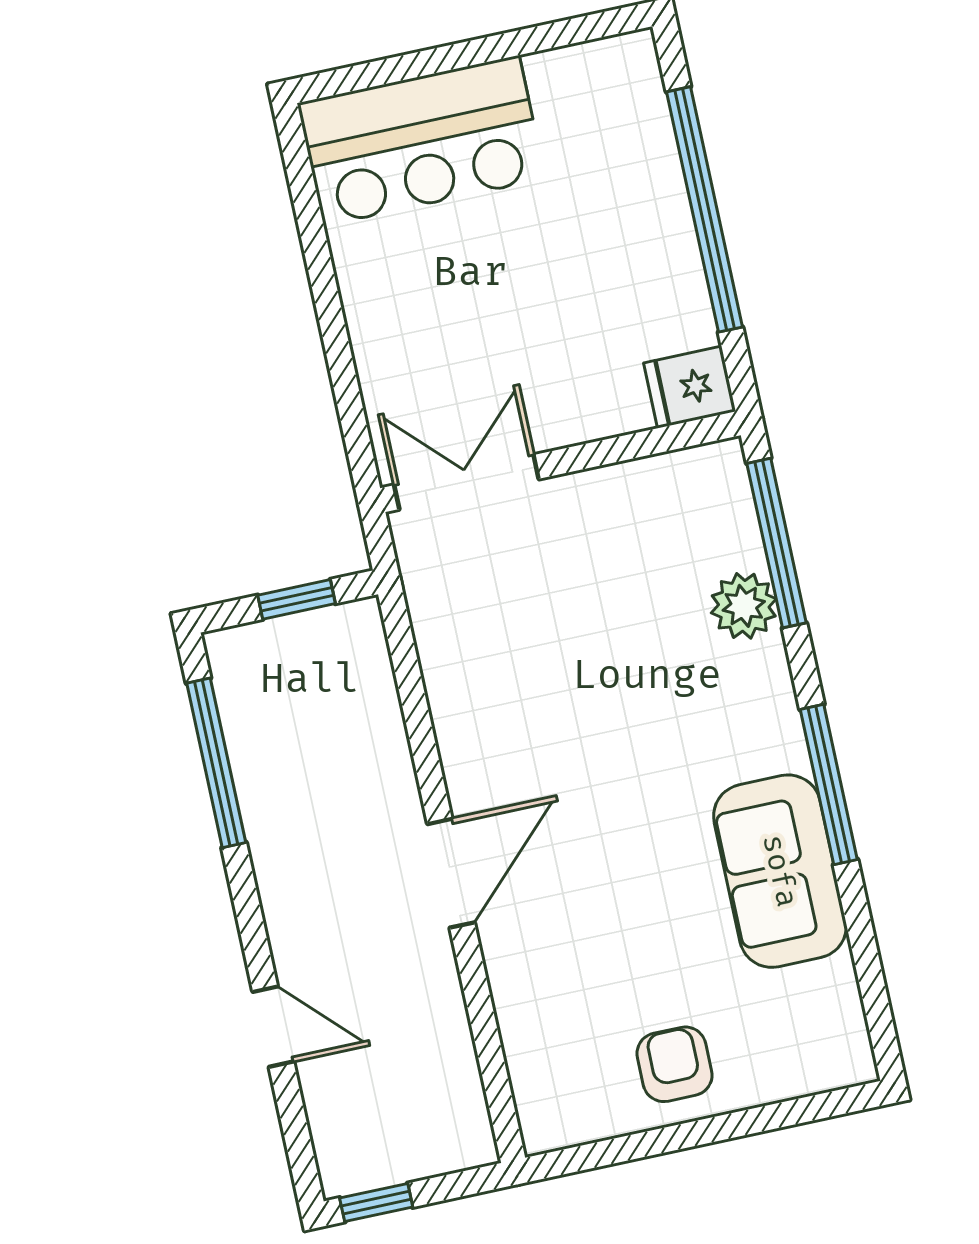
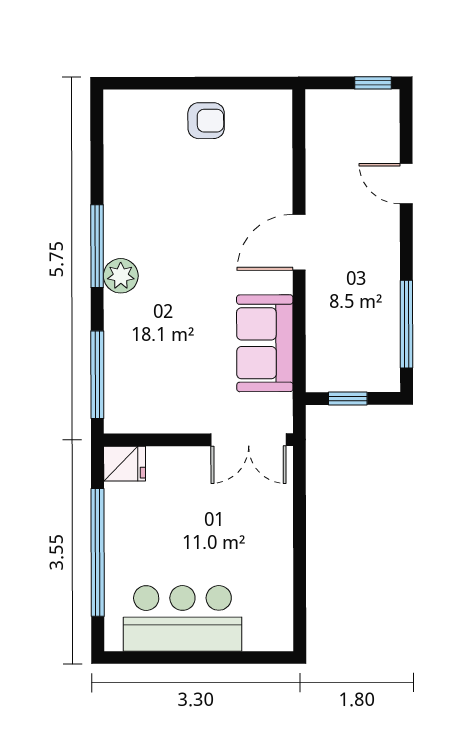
bar counter: (421, 141) -> (182, 618), moved
plant: (744, 606) -> (121, 276), moved
sofa: (780, 871) -> (265, 343), moved, turned 180
armchair: (675, 1064) -> (206, 121), turned -90

